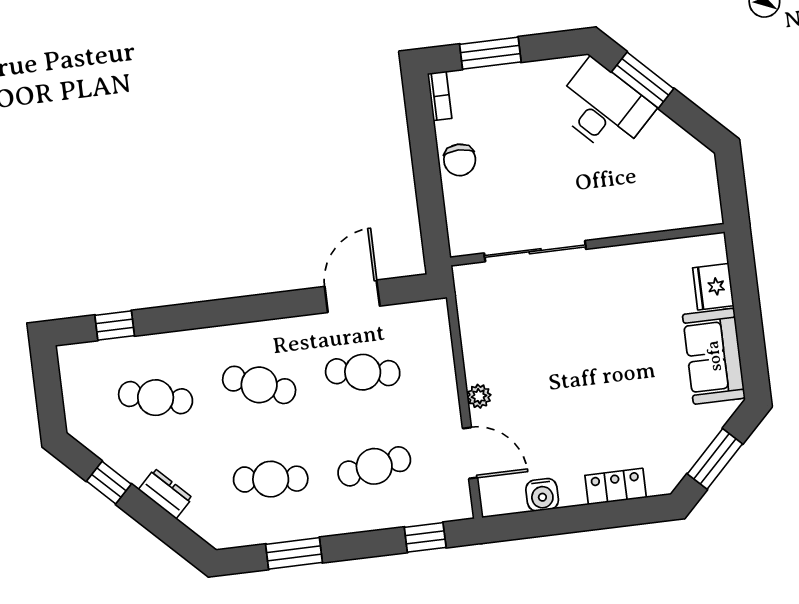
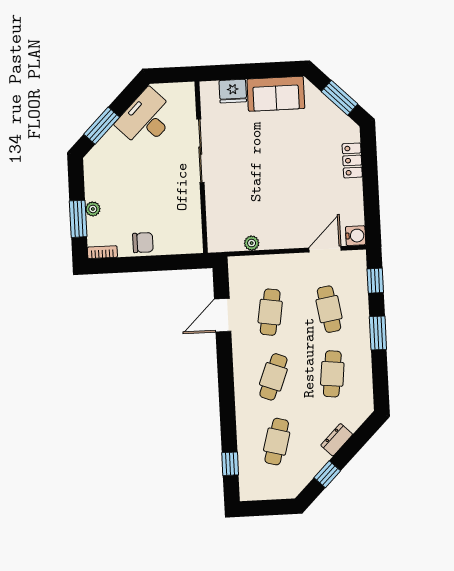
plant: (508, 76) -> (93, 209), added
desk: (603, 108) -> (146, 119), moved
sliding door: (535, 251) -> (200, 151), moved
door: (352, 296) -> (223, 315), hinge flipped
plant: (479, 396) -> (252, 243), moved
water cooler: (542, 495) -> (356, 236), moved
window: (294, 553) -> (378, 333), moved

